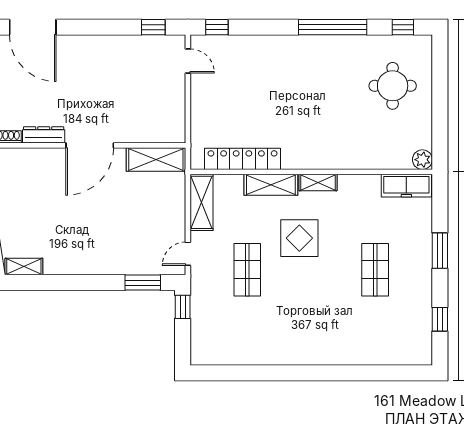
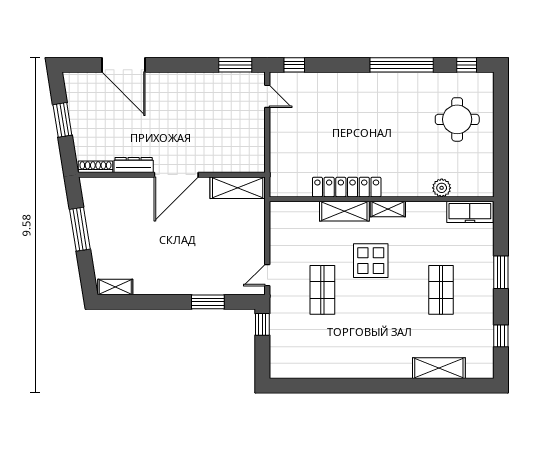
window: (153, 27) -> (235, 65), width x1.50
locker: (243, 159) -> (347, 187), moved
plant: (422, 160) -> (442, 188), moved
shelving: (201, 202) -> (439, 368), moved, turned 90
window: (143, 283) -> (208, 302), moved

